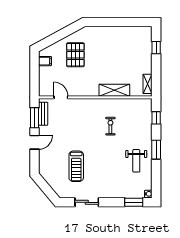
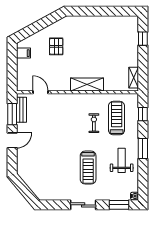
pallet: (75, 55) -> (56, 46), width x0.67, depth x0.71
shelving: (114, 90) -> (87, 85), moved
treadmill: (132, 121) -> (117, 118), added
weight bench: (136, 161) -> (122, 160), turned 180
treadmill: (76, 166) -> (88, 167), moved
sliding door: (87, 202) -> (83, 205), moved

